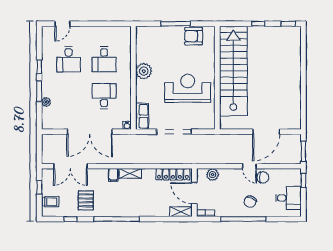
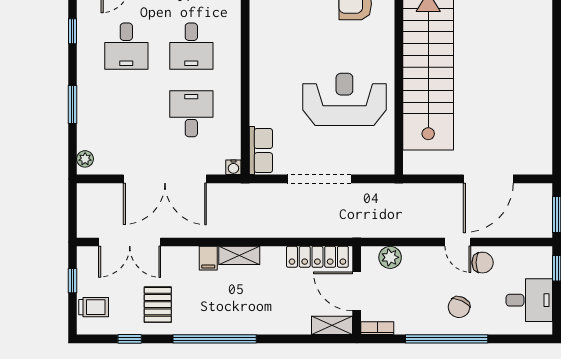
window: (39, 67) -> (72, 31), moved
plant: (144, 71) -> (264, 68), removed
plant: (46, 102) -> (85, 159), moved

